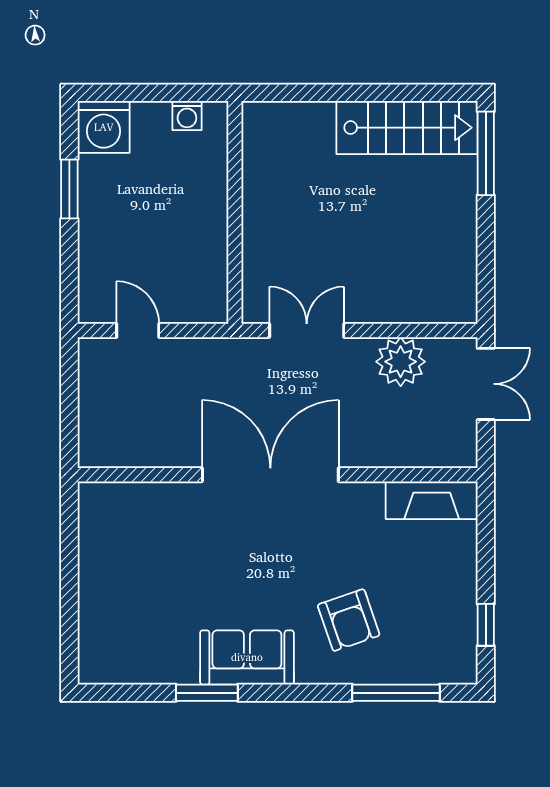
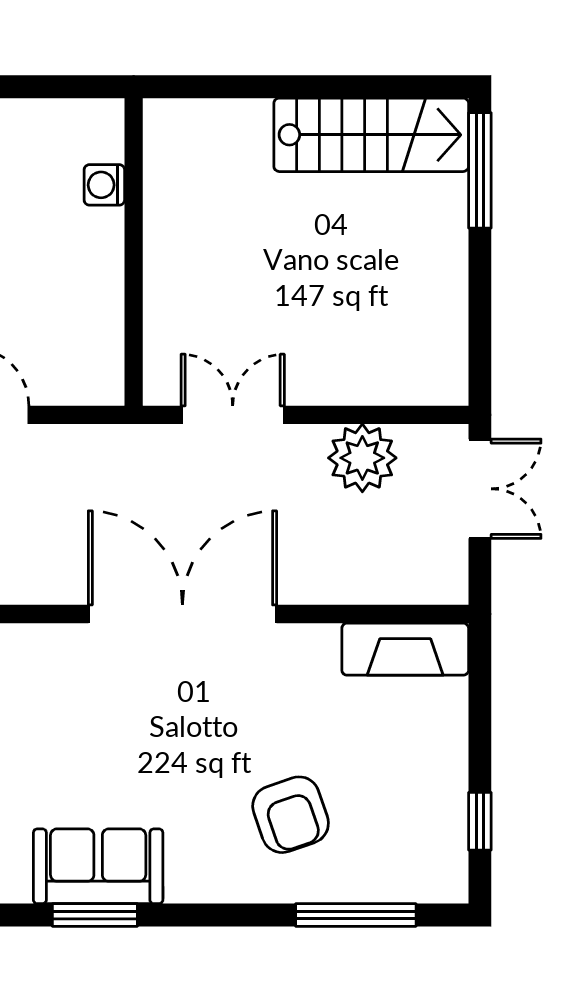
washing machine: (187, 116) -> (104, 185), moved, turned 90
sofa: (247, 657) -> (98, 866), moved

